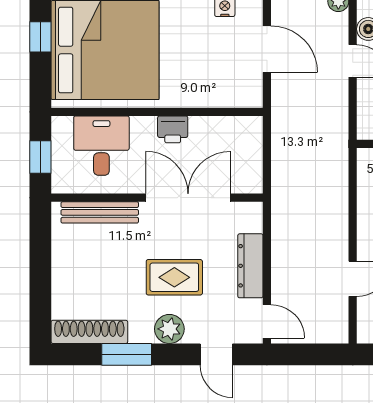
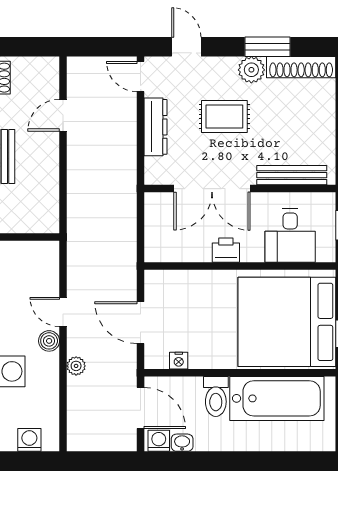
plant: (169, 329) -> (251, 70), moved

